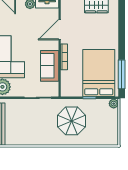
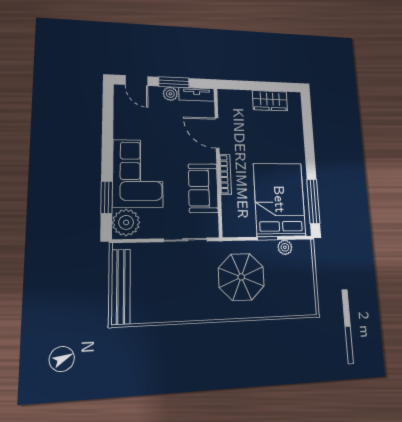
door: (60, 30) -> (217, 133), hinge flipped
plant: (114, 104) -> (285, 247), moved

